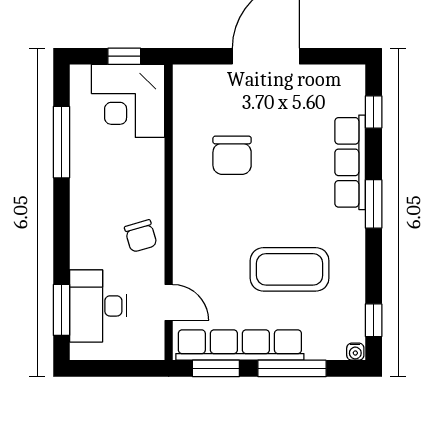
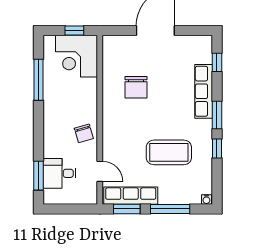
desk: (98, 306) -> (59, 173), width x0.73
window: (374, 320) -> (217, 148), moved
row of seats: (240, 345) -> (131, 196), width x0.73

